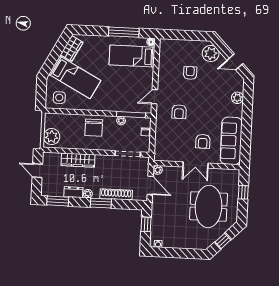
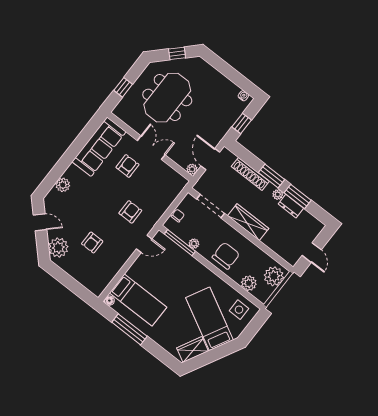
plant: (65, 120) -> (249, 283), added
wardrobe: (78, 160) -> (248, 222), moved
window: (58, 201) -> (298, 196), moved

